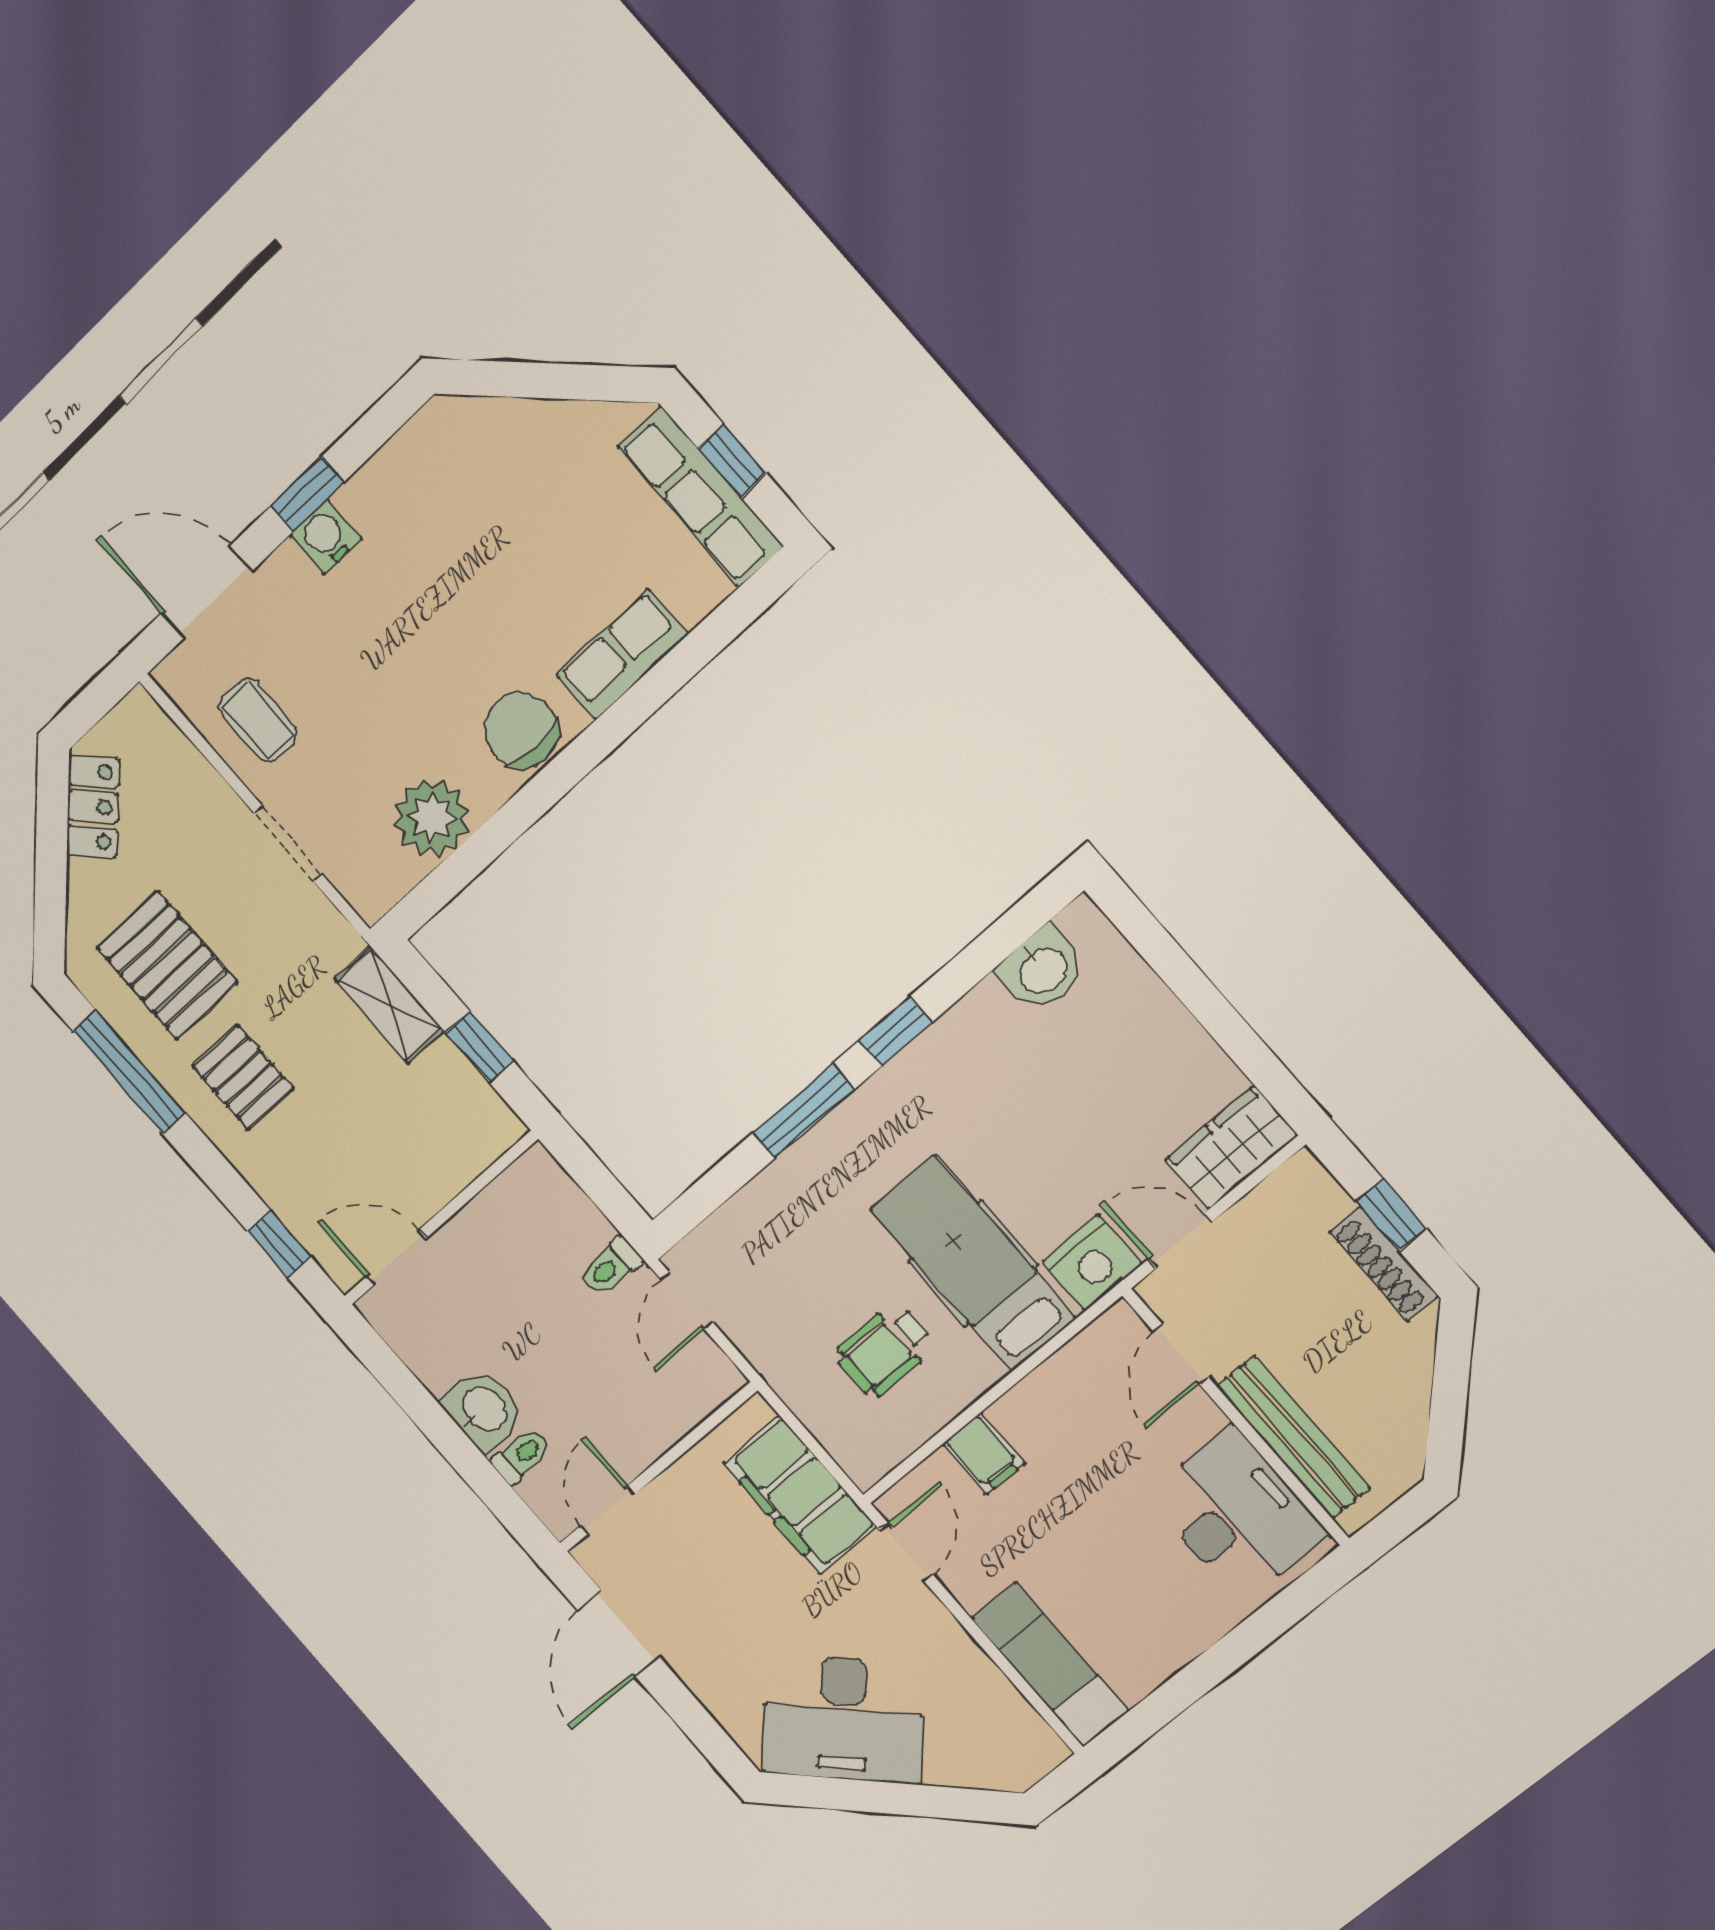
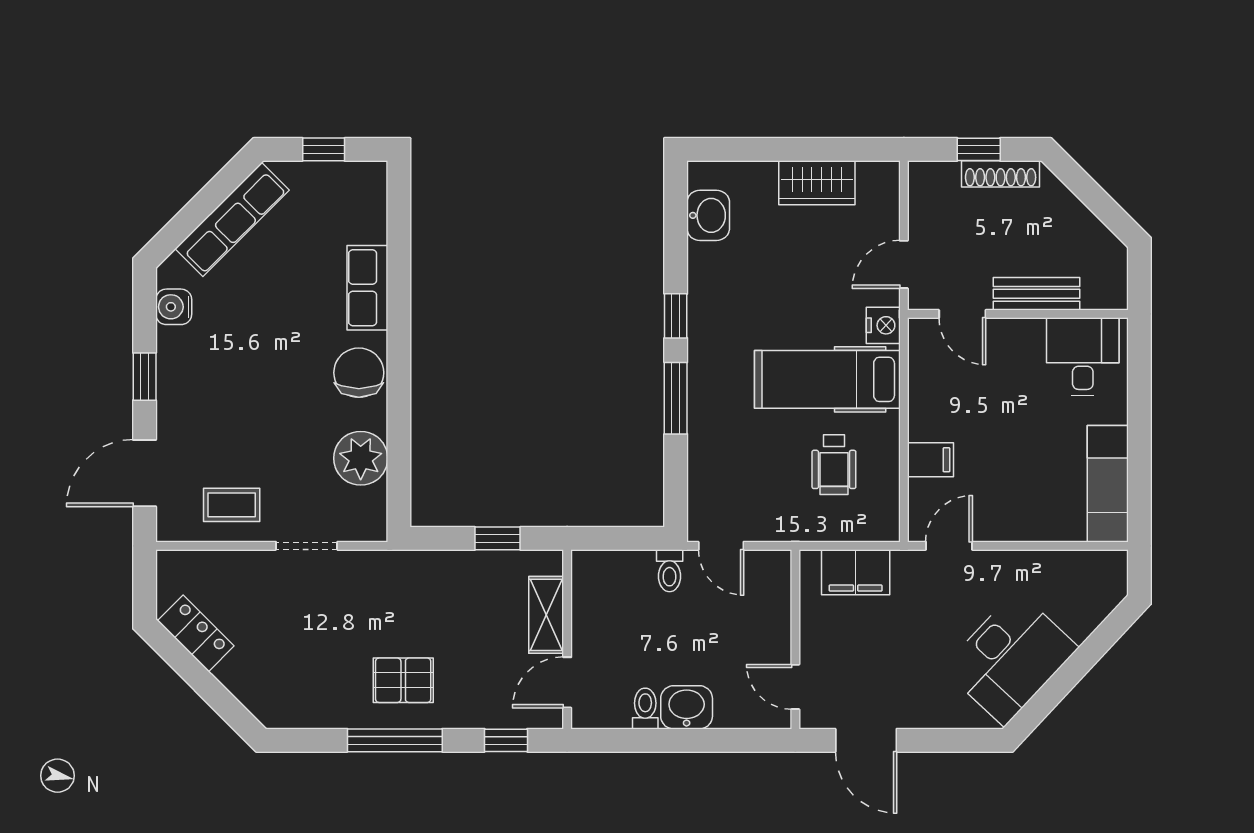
row of seats: (700, 496) -> (232, 219), moved, turned -45
water cooler: (326, 537) -> (174, 307), moved
chair: (521, 731) -> (359, 373), turned 90
pallet: (167, 965) -> (311, 668), removed
shelving: (389, 1005) -> (546, 615), moved, turned 90
window: (129, 1071) -> (395, 740), moved
wardrobe: (1231, 1147) -> (817, 183), moved, turned -90
nightstand: (1092, 1263) -> (883, 325), width x0.74, depth x0.75
bench: (1293, 1437) -> (1037, 294), width x0.73
toilet: (521, 1456) -> (645, 709), moved
filing cabinet: (800, 1495) -> (856, 572), width x0.67, depth x0.86
desk: (1237, 1515) -> (1083, 357), width x0.73
door: (906, 1552) -> (949, 546), hinge flipped
exam couch: (1050, 1665) -> (1108, 484), moved, turned -90

